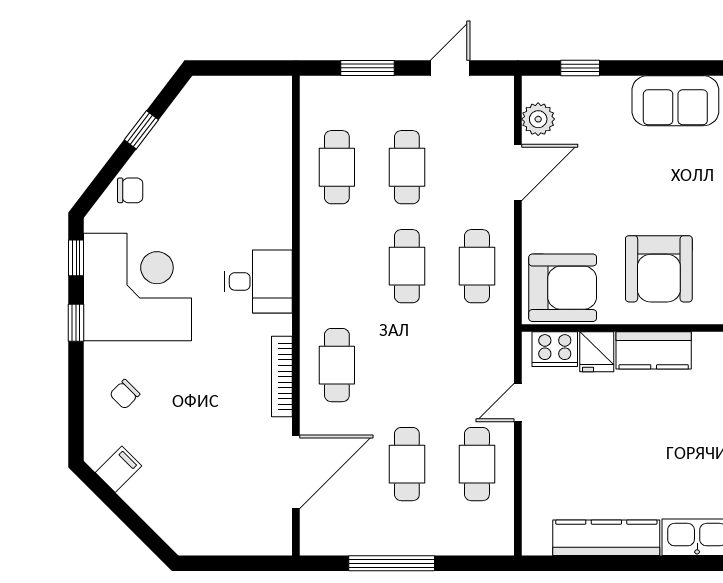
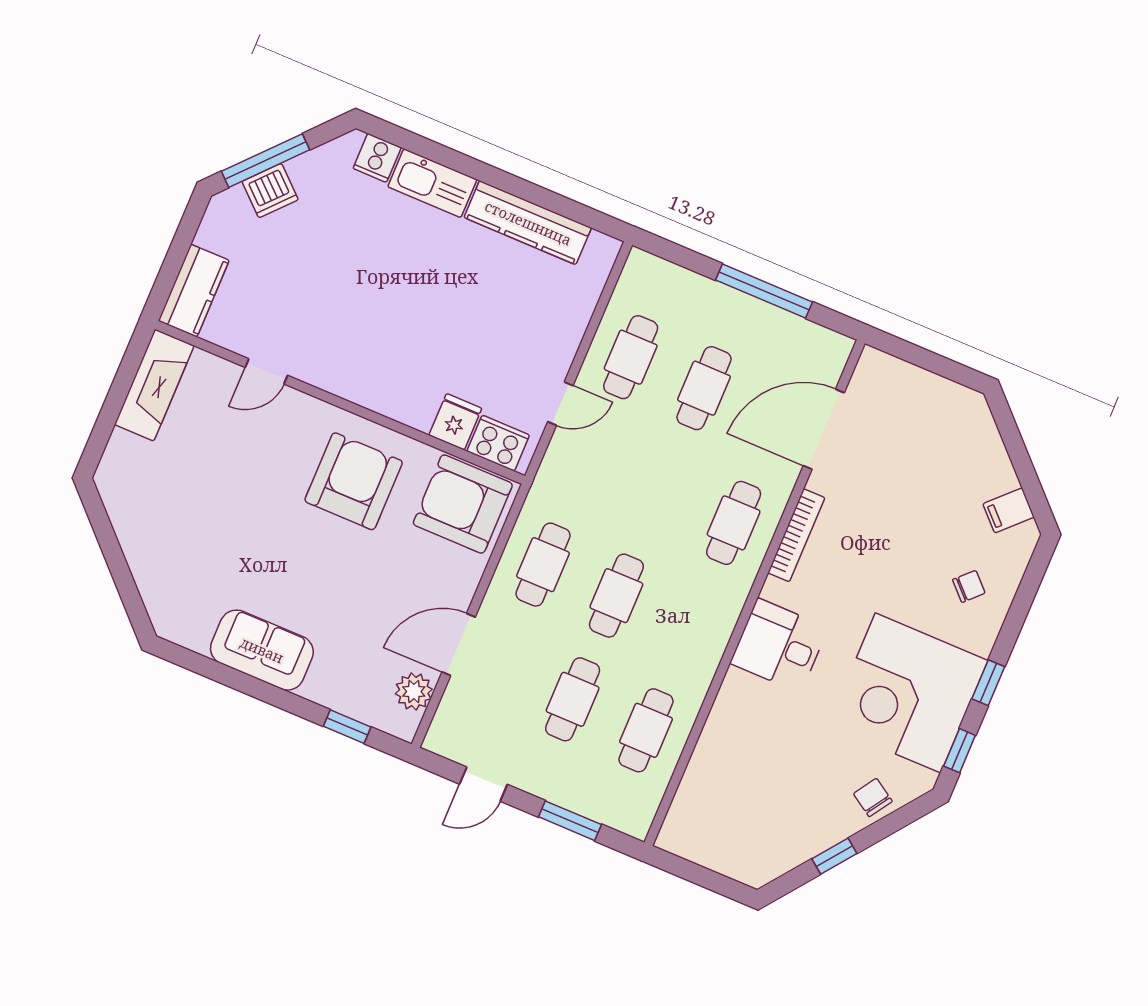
chair: (130, 190) -> (873, 797), turned 33
kitchen counter: (654, 350) -> (395, 398), removed

